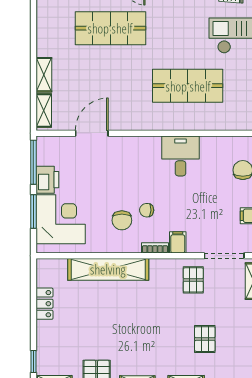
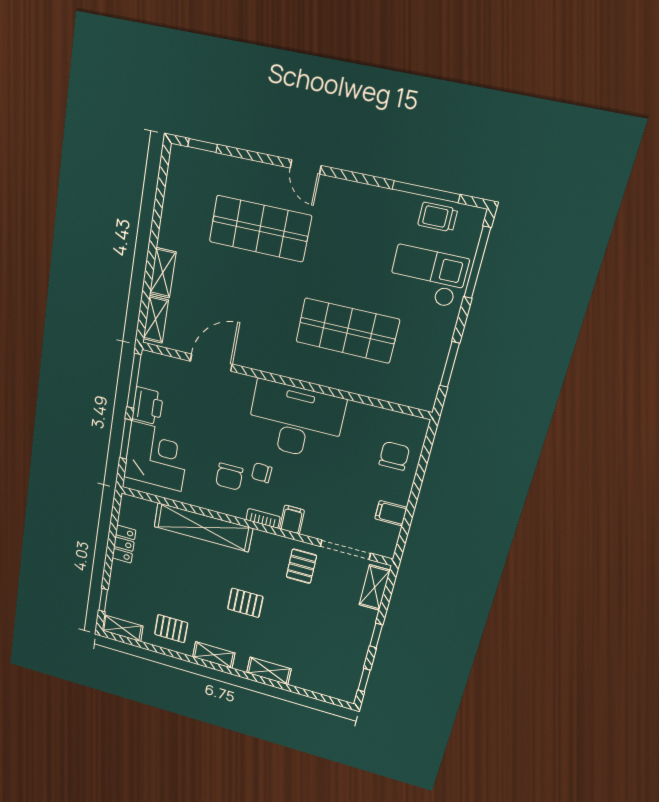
desk: (180, 156) -> (296, 421), width x1.87, depth x1.30
pallet: (205, 339) -> (245, 603), moved, turned 90

